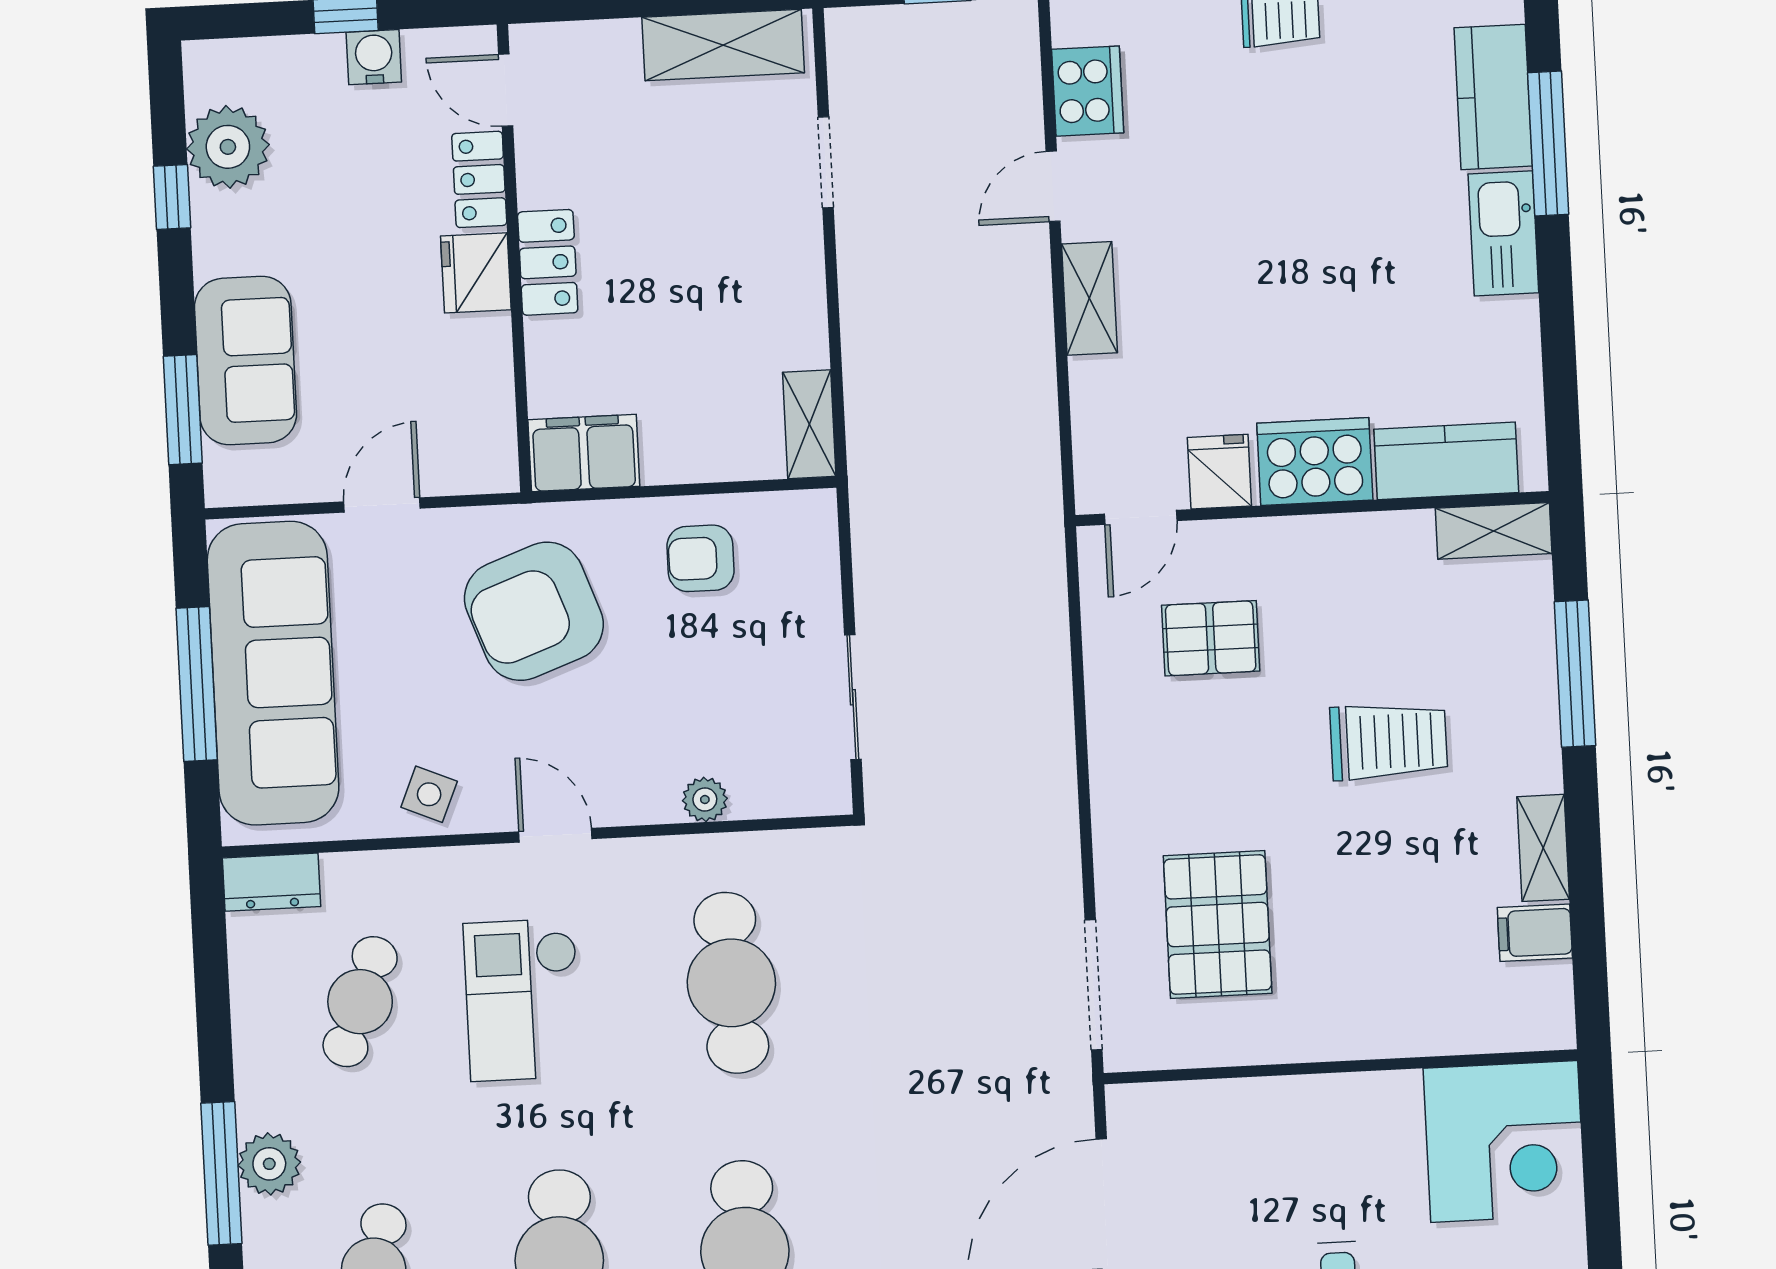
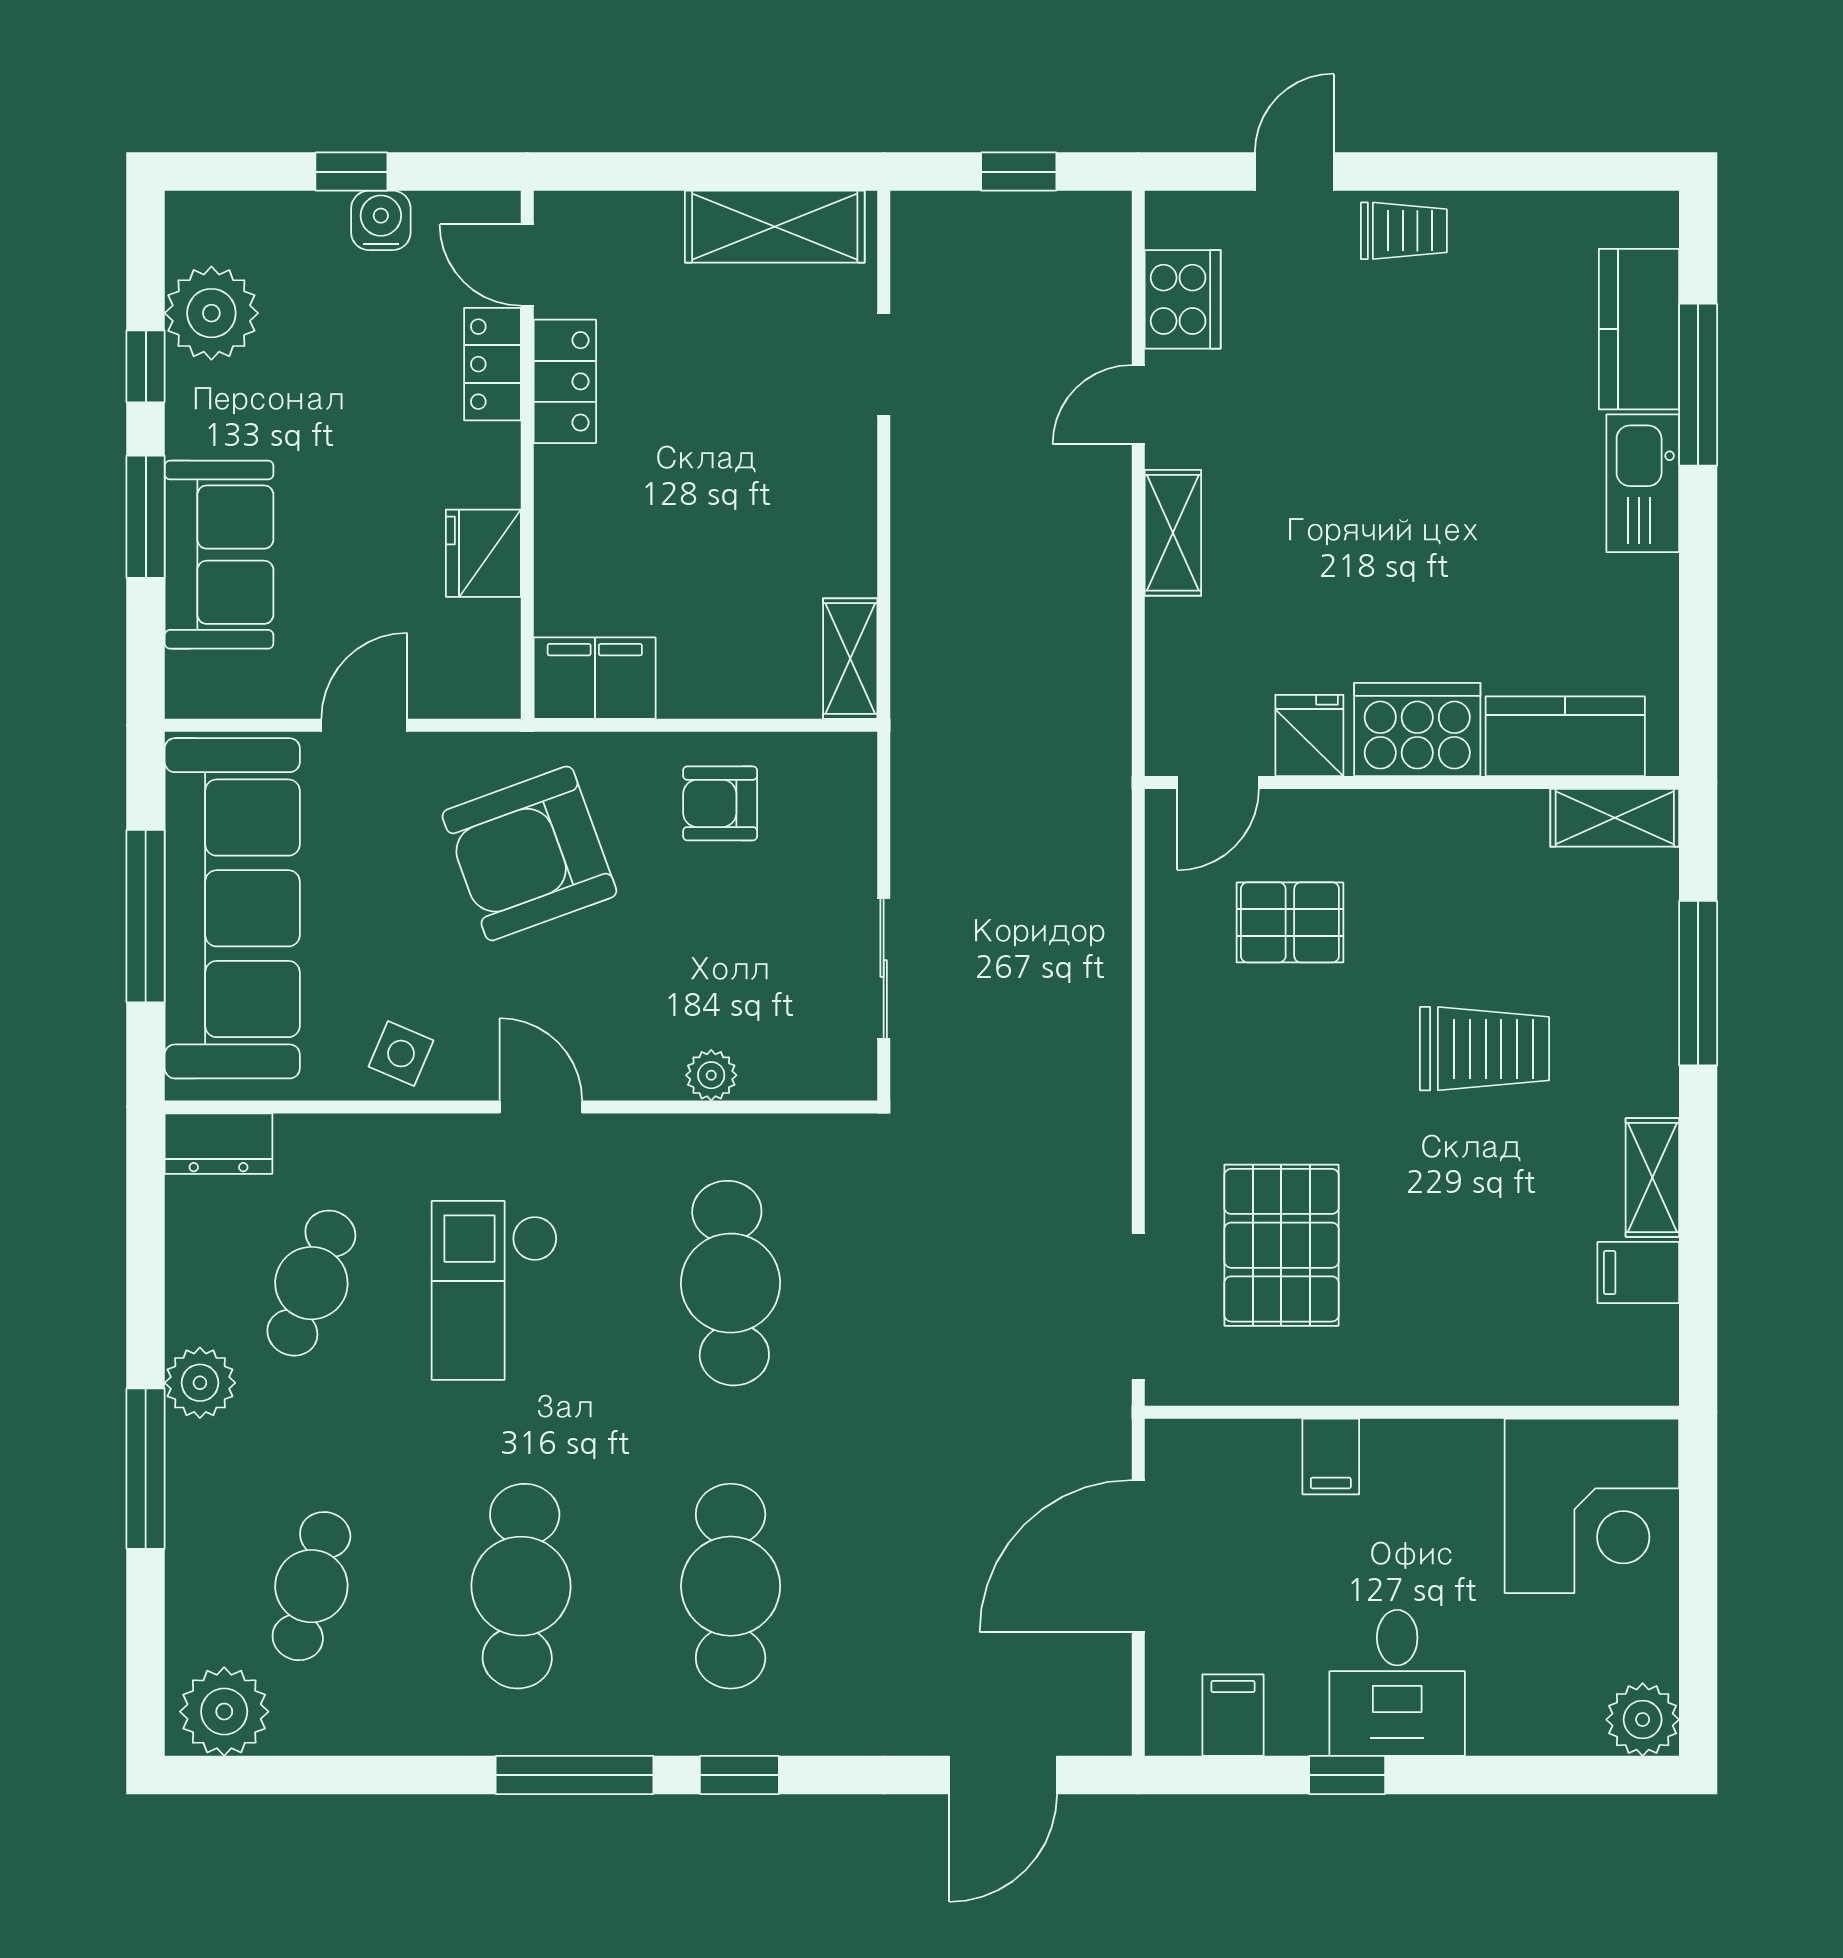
locker: (548, 262) -> (565, 381), moved
fridge: (476, 273) -> (483, 553), moved
window: (183, 410) -> (146, 517), moved
filing cabinet: (1271, 1110) -> (1331, 1457), added
plant: (269, 1164) -> (200, 1383), moved

